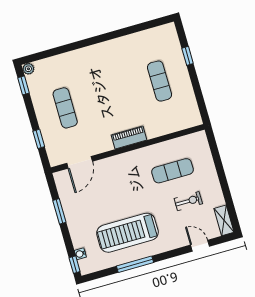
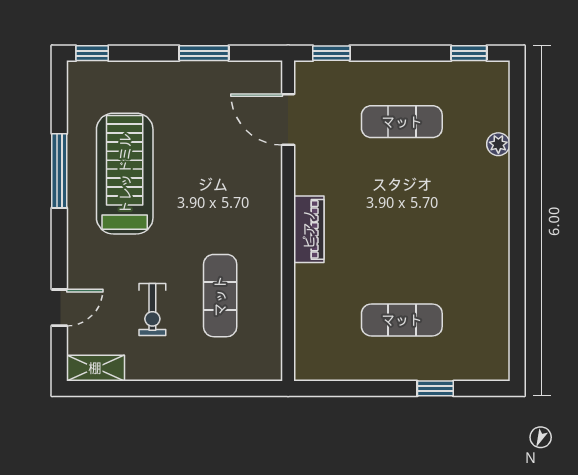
plant: (28, 69) -> (498, 144), moved
window: (39, 139) -> (331, 53), moved
water cooler: (80, 254) -> (110, 70), removed

